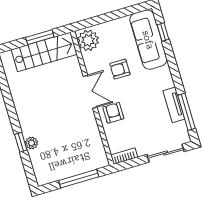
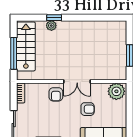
stairs: (44, 52) -> (26, 46), moved, turned 180
armchair: (120, 69) -> (88, 109), turned 90
armchair: (113, 113) -> (56, 94), turned 90

